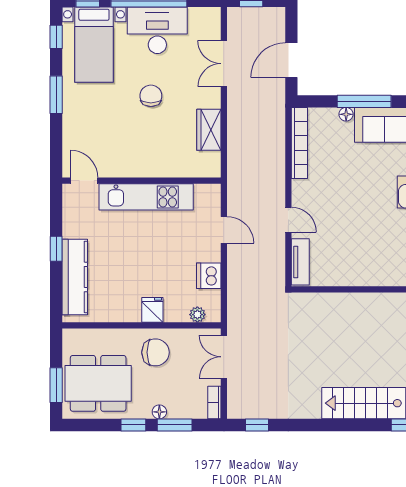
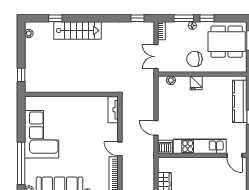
door: (288, 220) -> (120, 149), moved
dishwasher: (209, 276) -> (165, 147), moved, turned -90
double door: (224, 357) -> (156, 57), swing flipped

